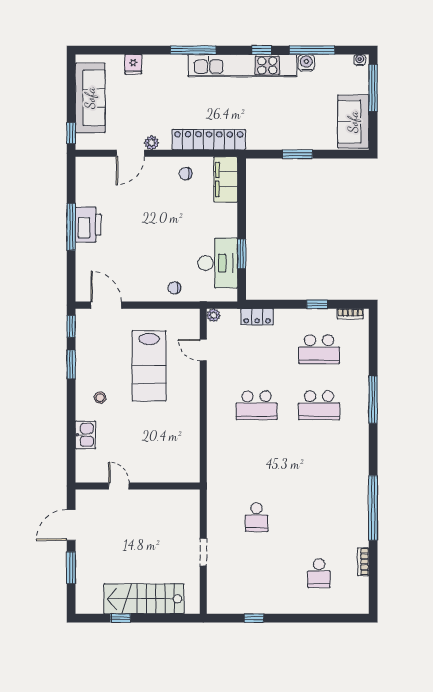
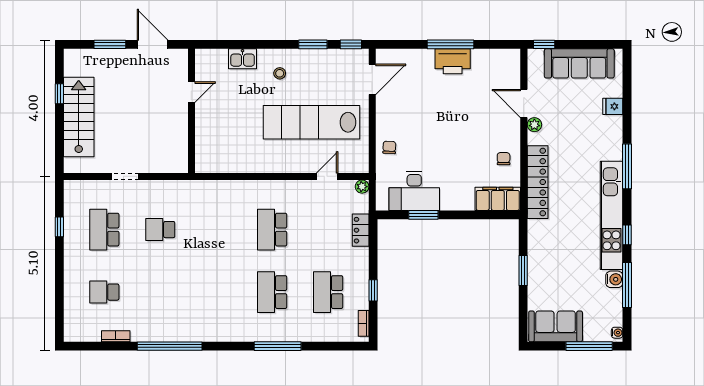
lab bench: (149, 366) -> (311, 122), width x1.36
school desk: (256, 573) -> (104, 230), added

